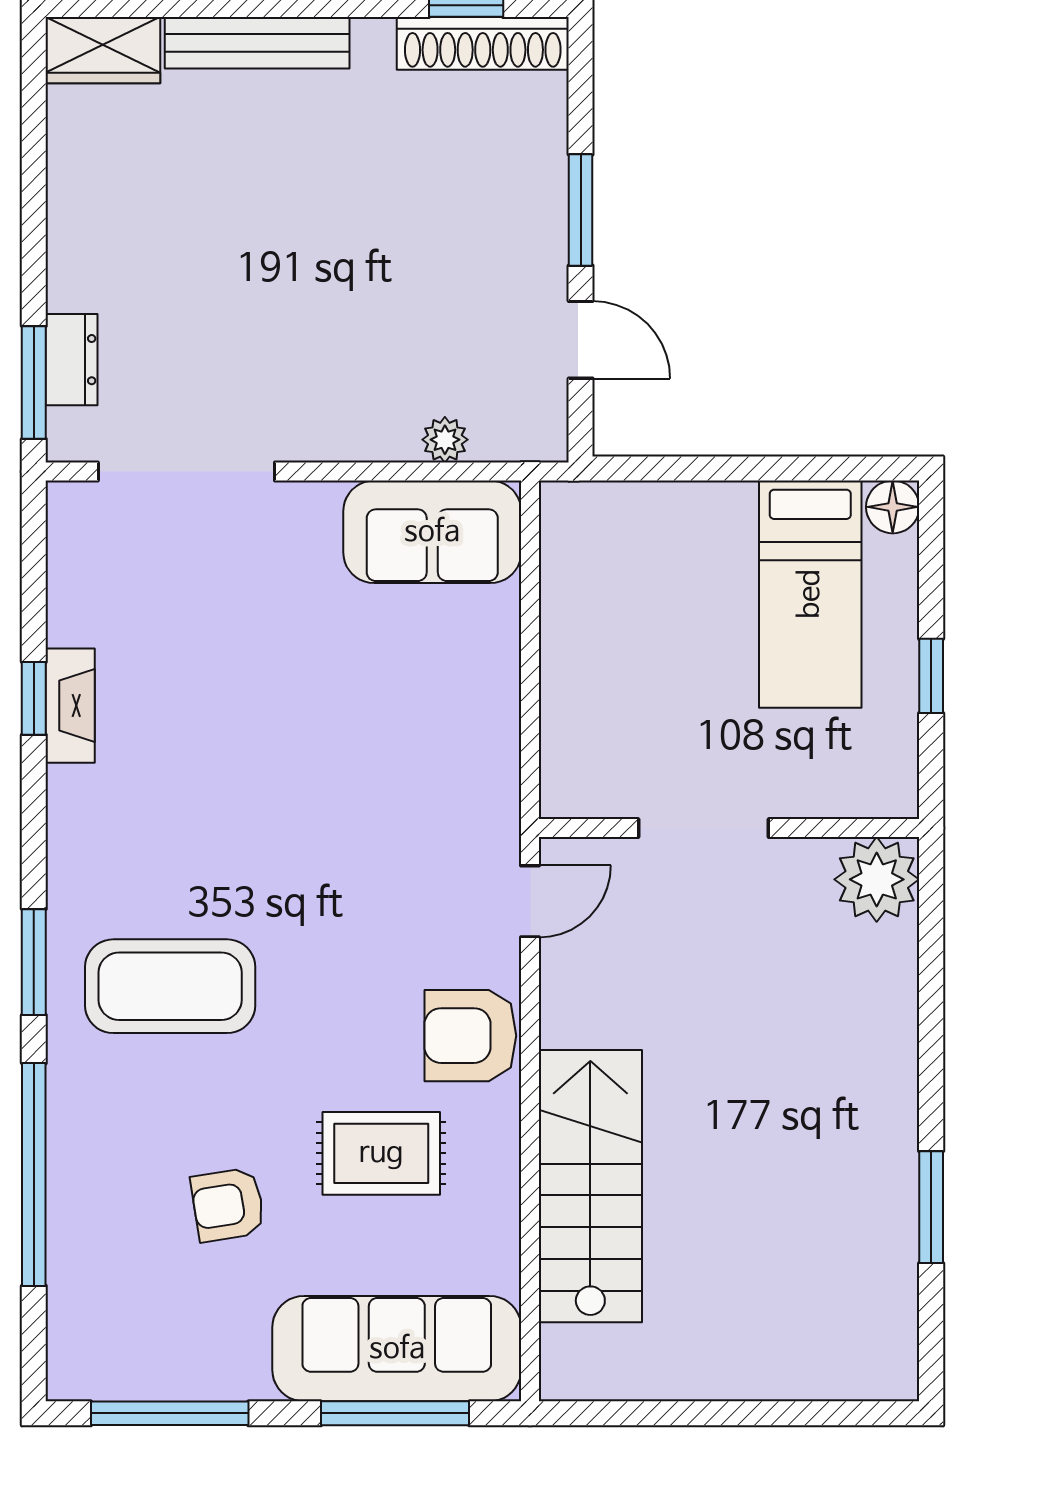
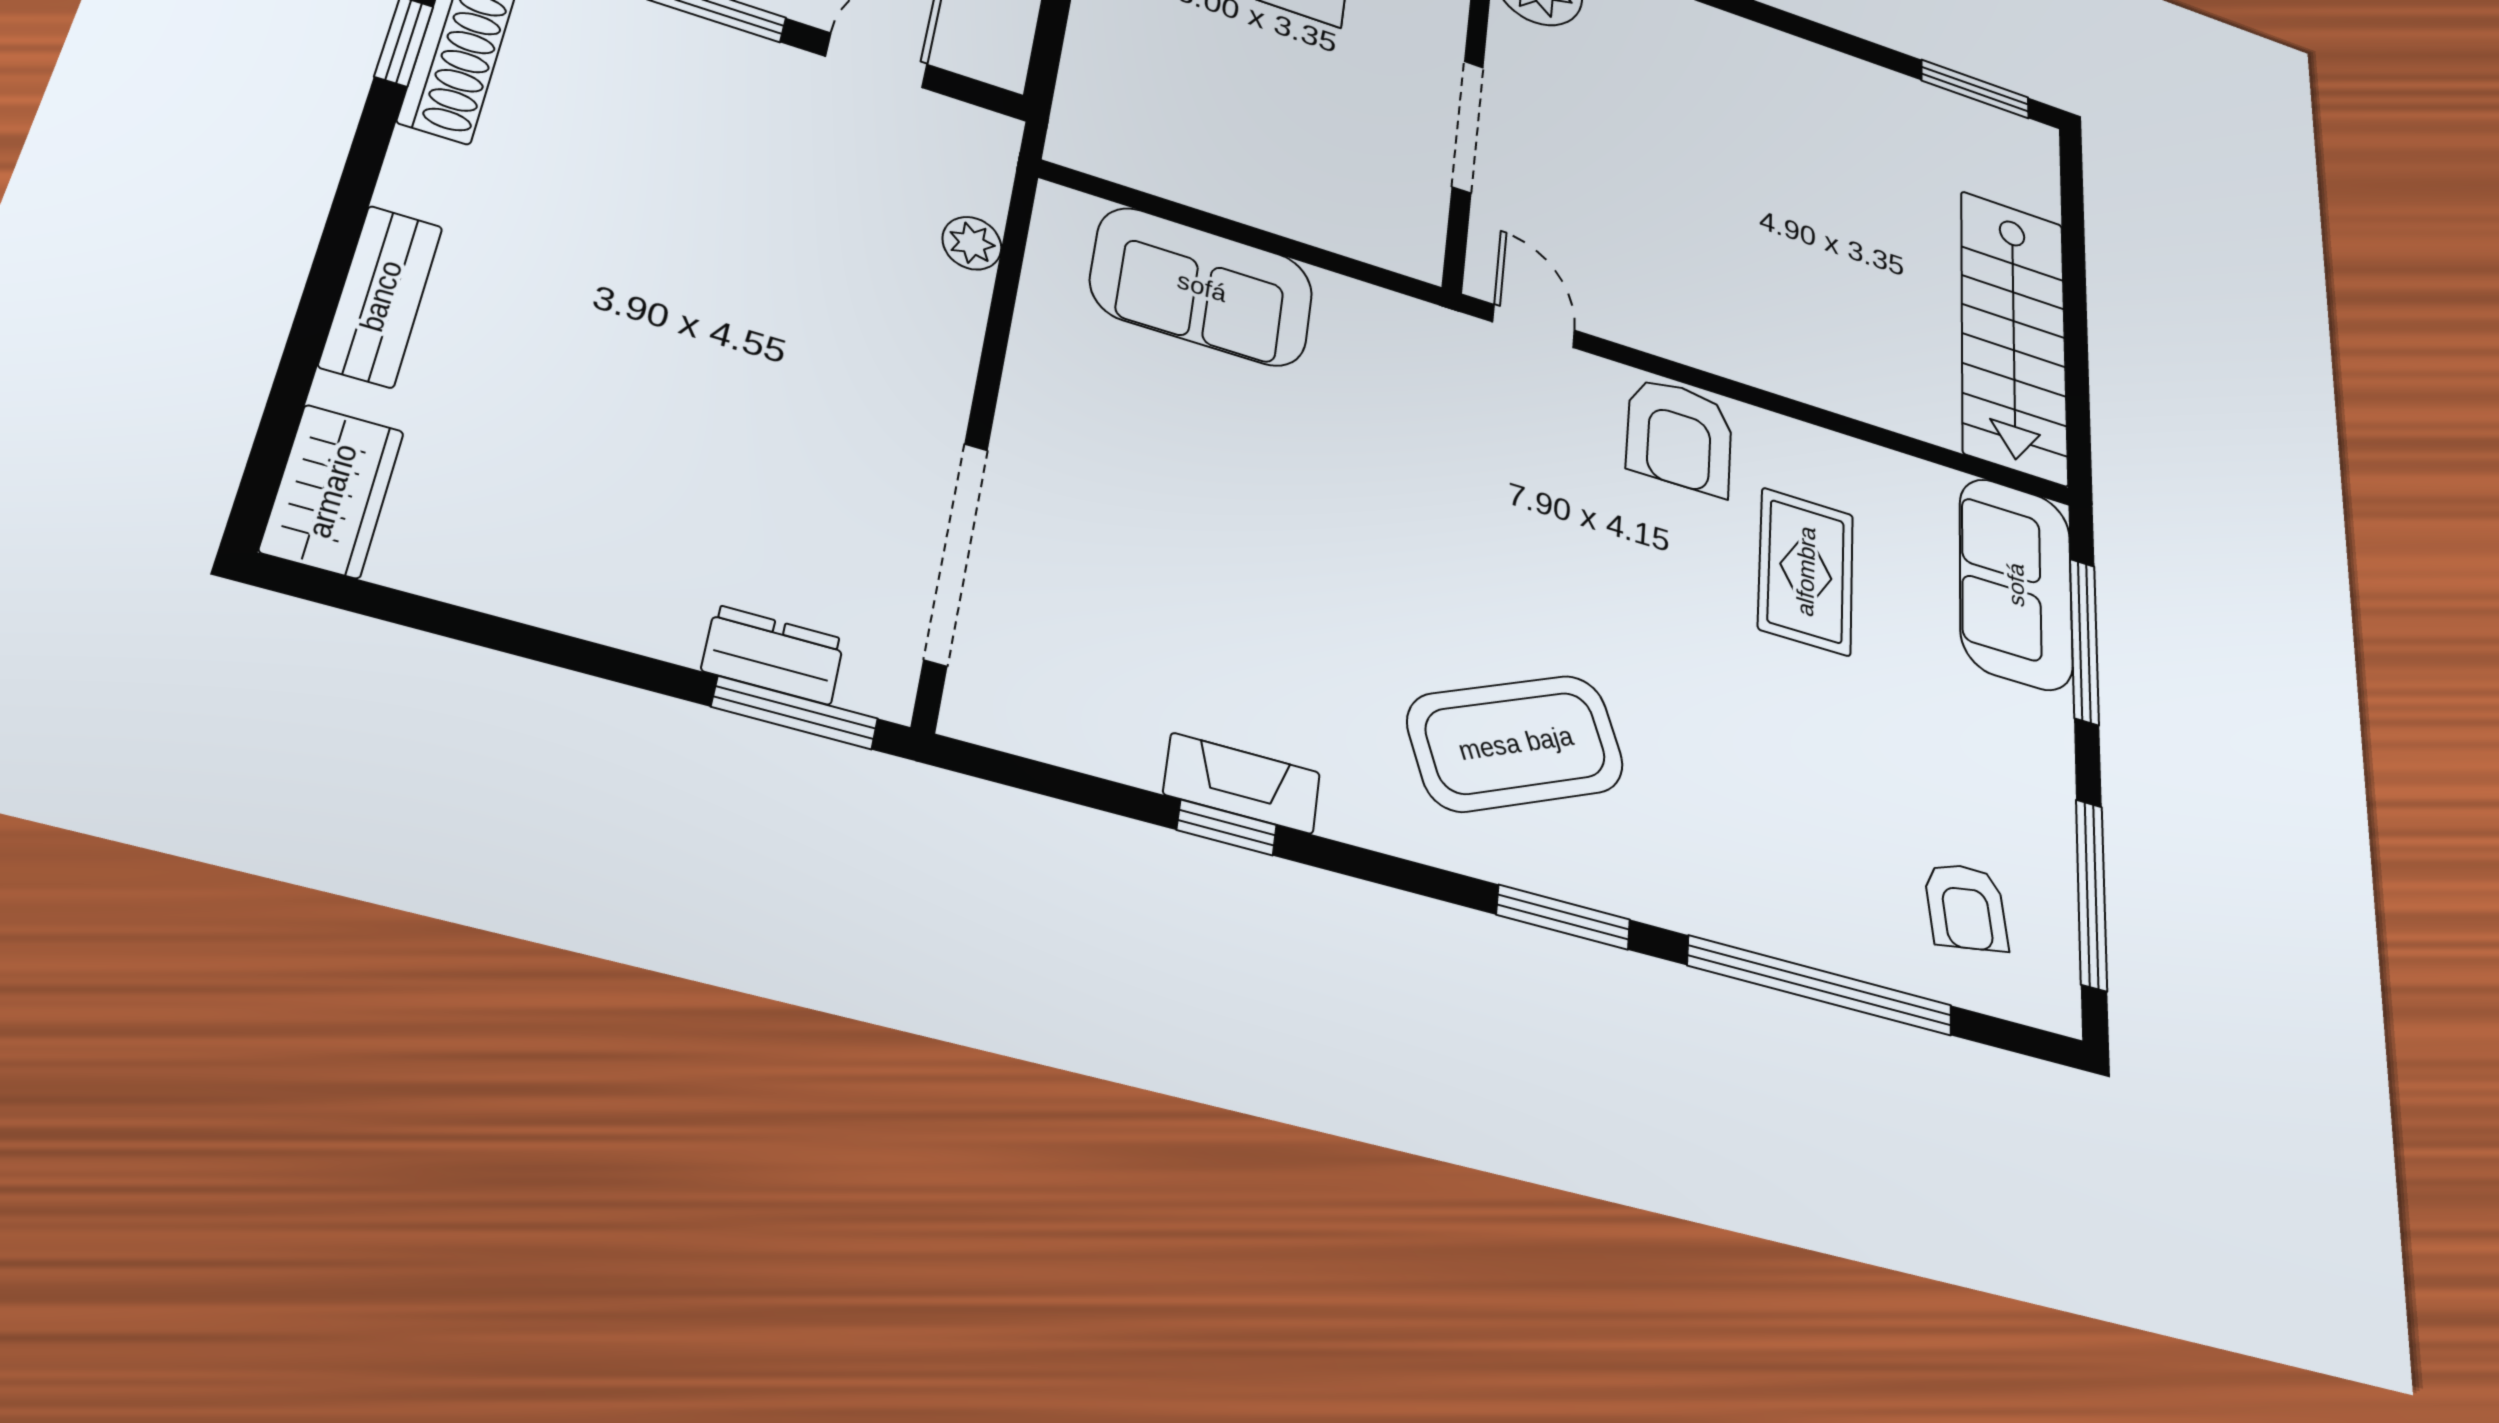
bench: (257, 43) -> (381, 296), width x0.73
sofa: (432, 532) -> (1202, 287), moved, turned 90
coffee table: (170, 986) -> (1516, 743), moved, turned 67
stairs: (590, 1186) -> (2014, 336), moved, turned -90
armchair: (228, 1205) -> (1966, 907), moved
window: (931, 1207) -> (1975, 89), moved
sofa: (397, 1349) -> (2016, 584), width x0.73

